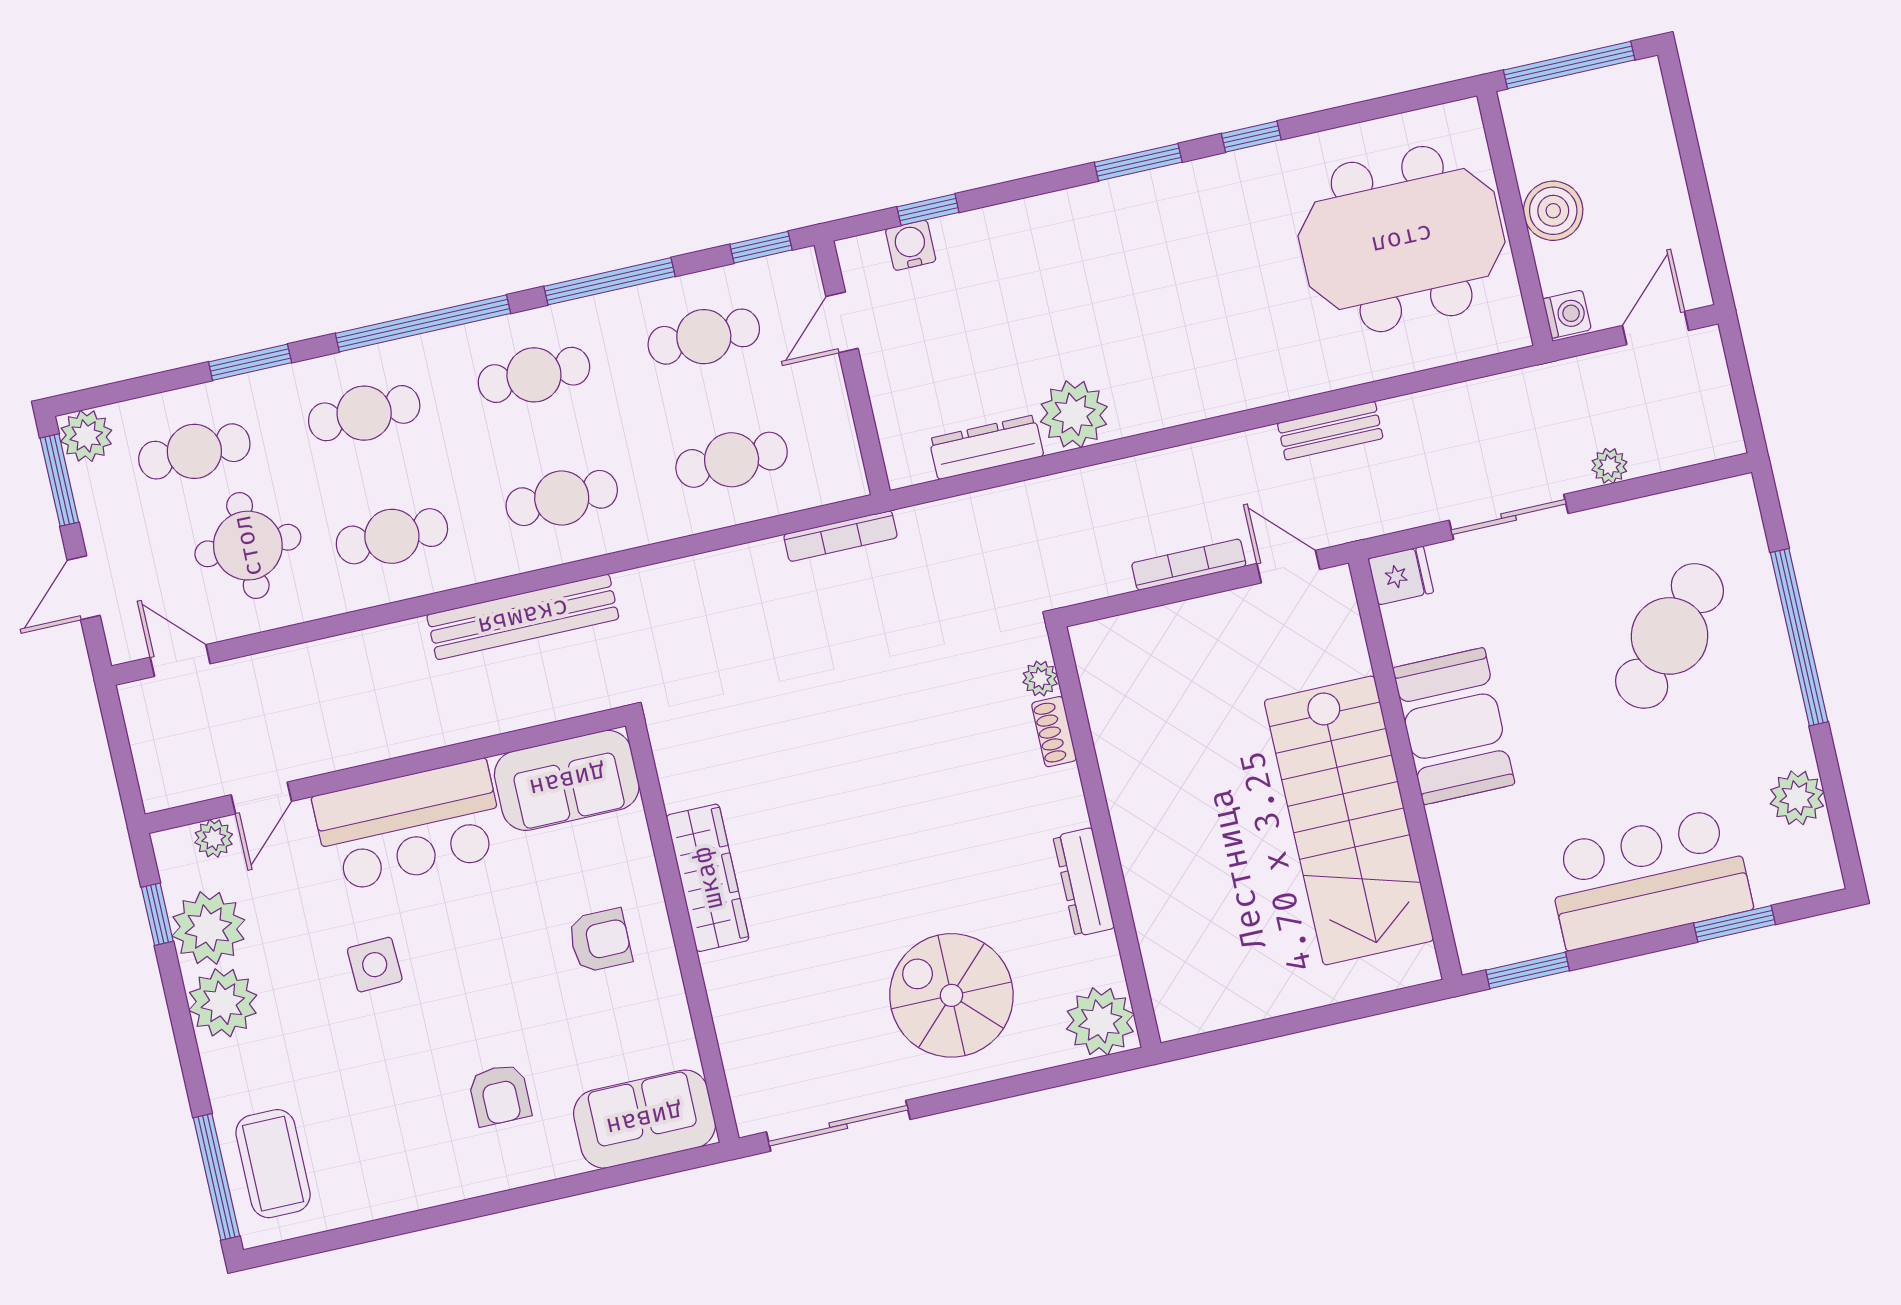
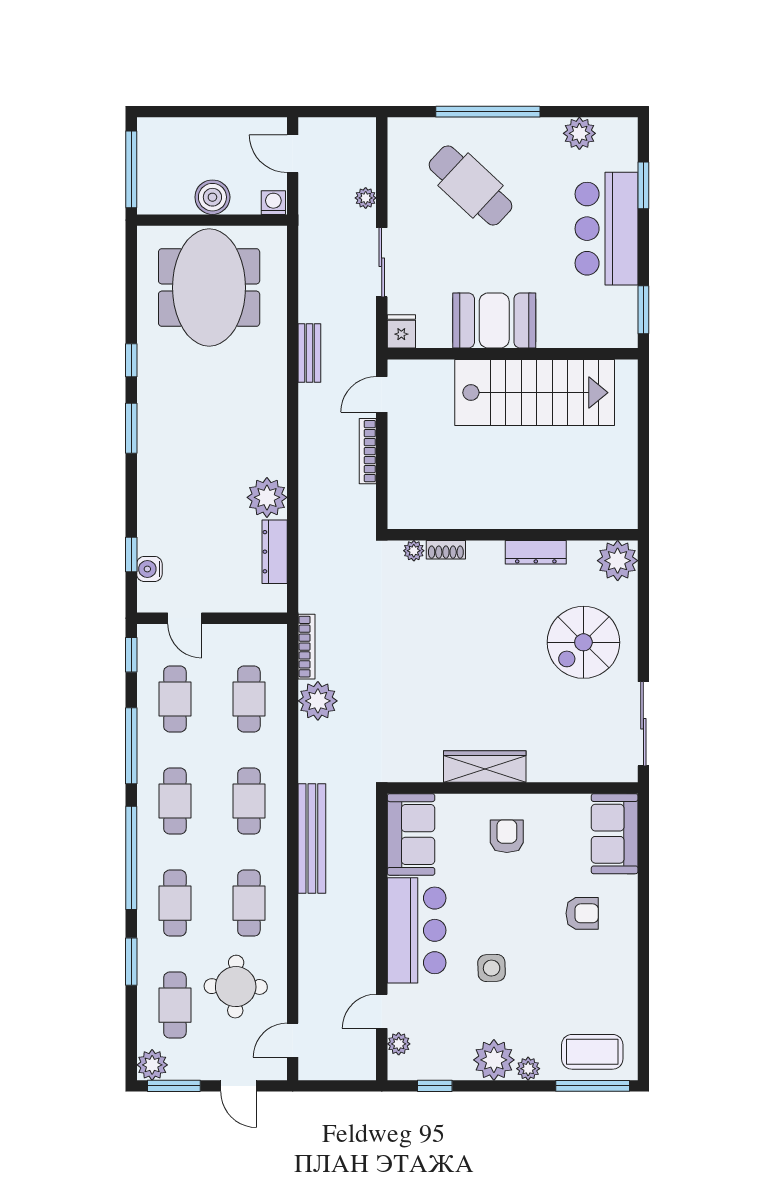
plant: (754, 575) -> (318, 701), added
door: (261, 798) -> (382, 1011), swing flipped
plant: (208, 928) -> (528, 1069), moved, width x0.53, depth x0.53

